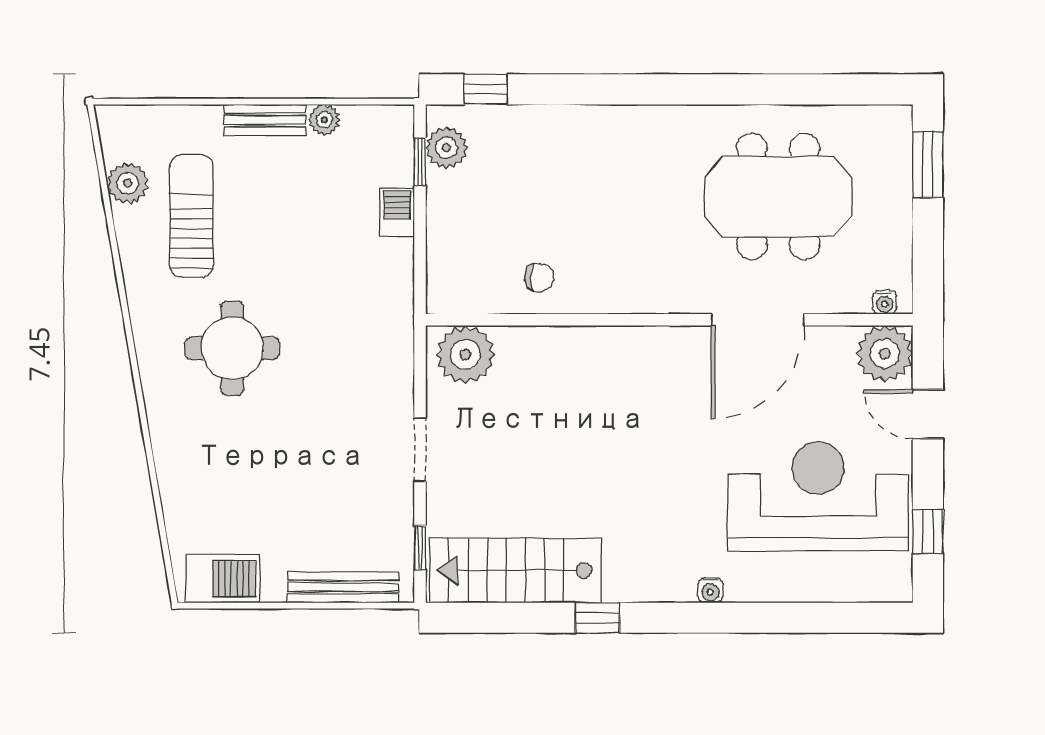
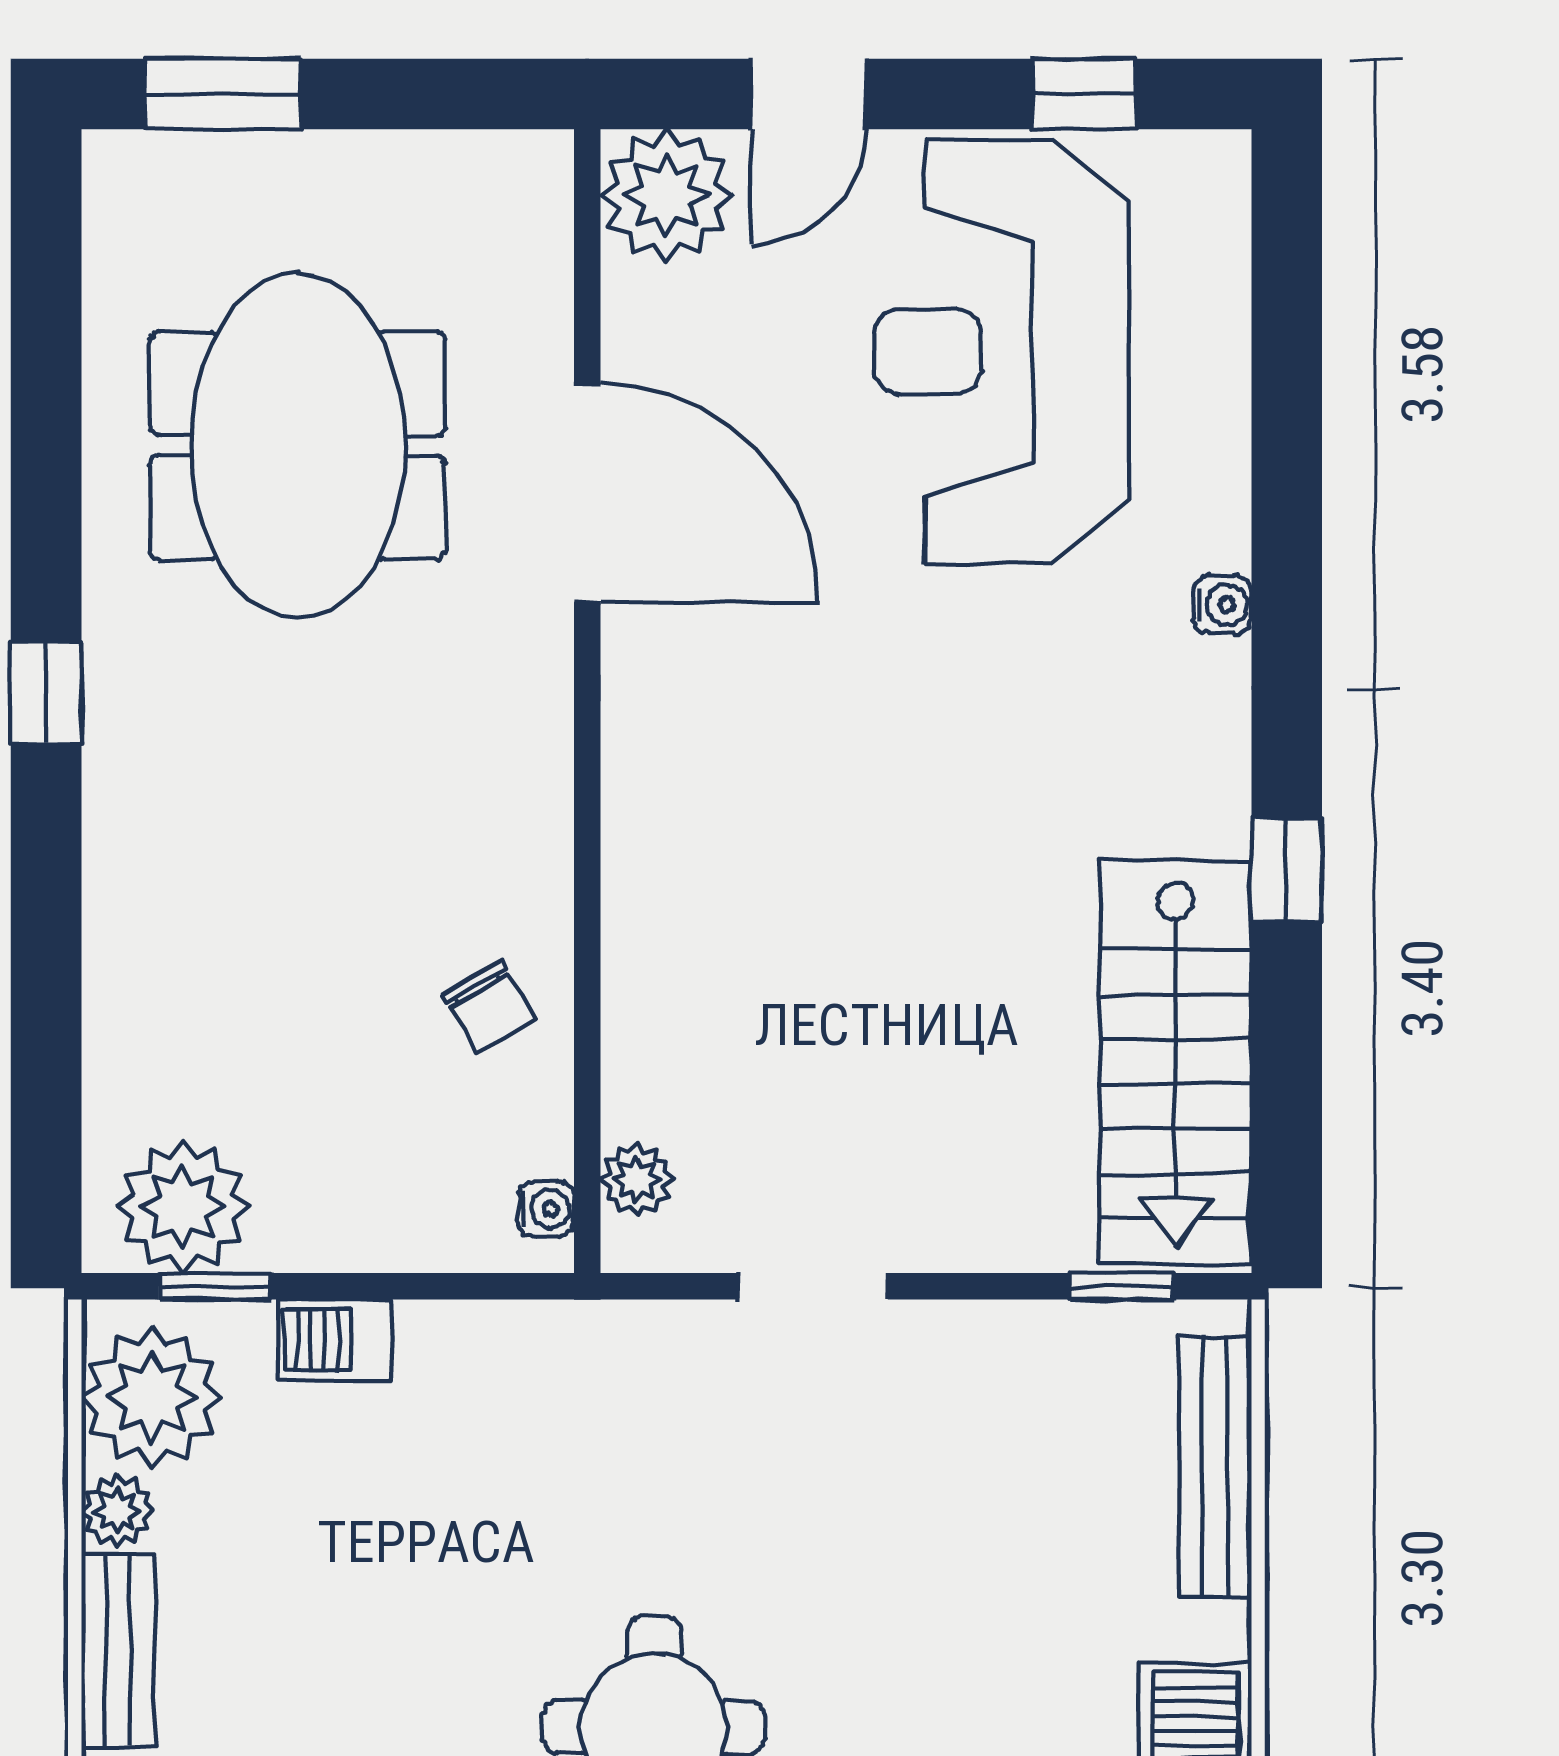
window: (485, 89) -> (46, 694), moved
plant: (373, 134) -> (152, 1397), added
plant: (446, 148) -> (183, 1207), width x1.36, depth x1.36
chair: (539, 278) -> (488, 1006), turned 150
water cooler: (885, 302) -> (546, 1209), moved
plant: (465, 354) -> (637, 1180), width x0.53, depth x0.53
doorway: (420, 449) -> (813, 1286), moved

